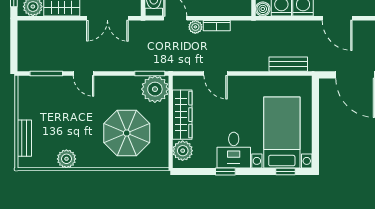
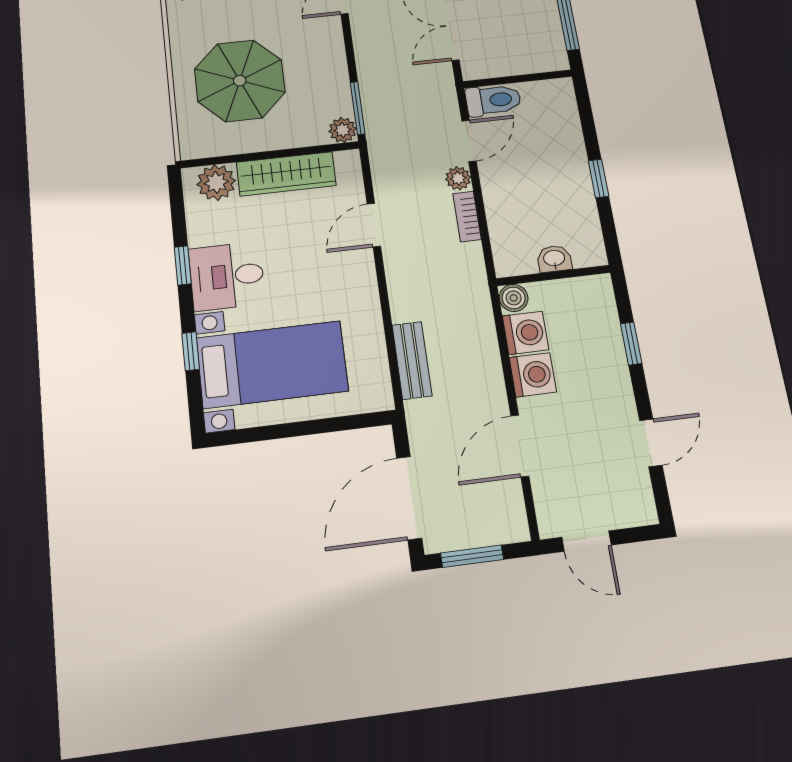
plant: (155, 89) -> (343, 130), width x0.53, depth x0.53
window: (285, 171) -> (191, 351), moved

